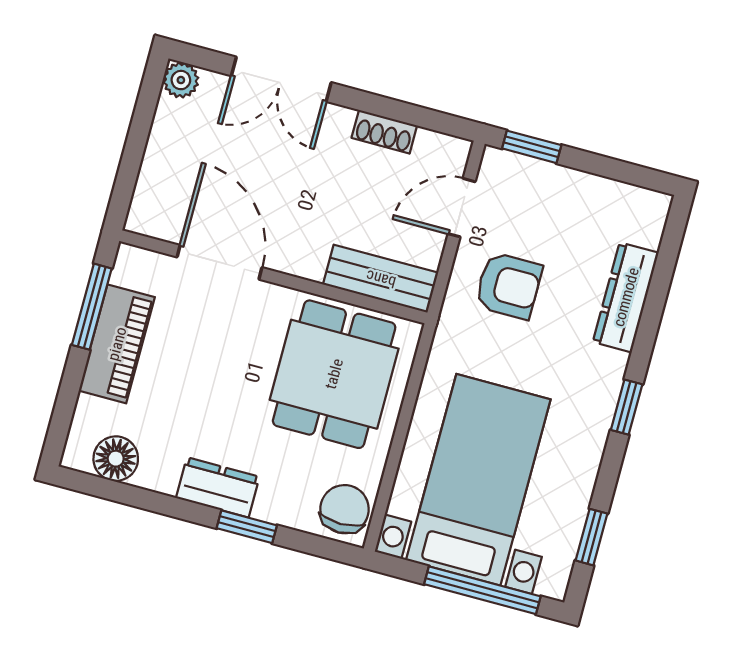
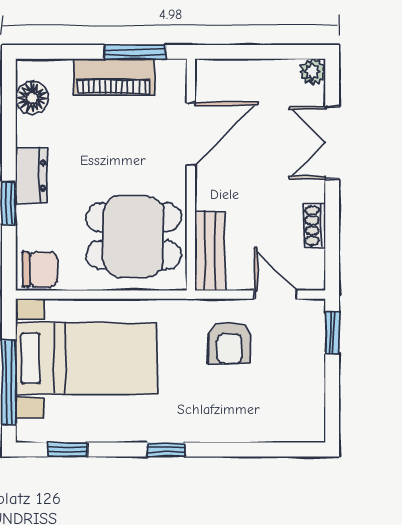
dresser: (626, 297) -> (244, 428), removed

